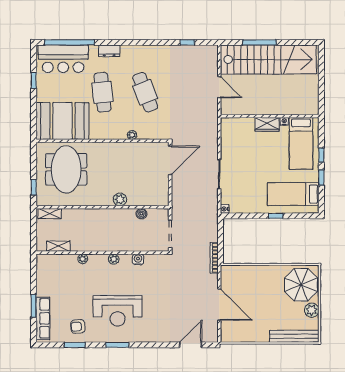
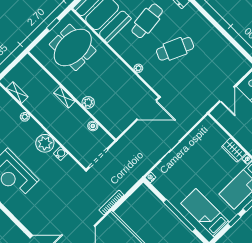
window: (187, 42) -> (235, 44), removed
cafe table: (145, 92) -> (175, 49), turned 45
window: (34, 187) -> (53, 24), moved
shelving: (50, 214) -> (64, 97), moved
window: (276, 216) -> (179, 215), width x3.17
plant: (114, 259) -> (45, 143), width x1.88, depth x1.88

